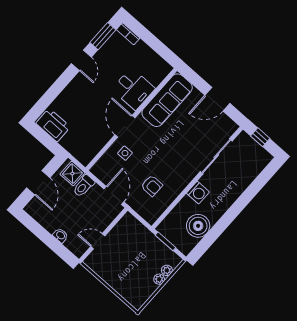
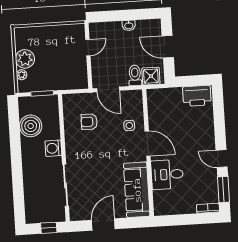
washbasin: (60, 235) -> (129, 25), moved
plant: (159, 279) -> (25, 59), width x1.88, depth x1.88

